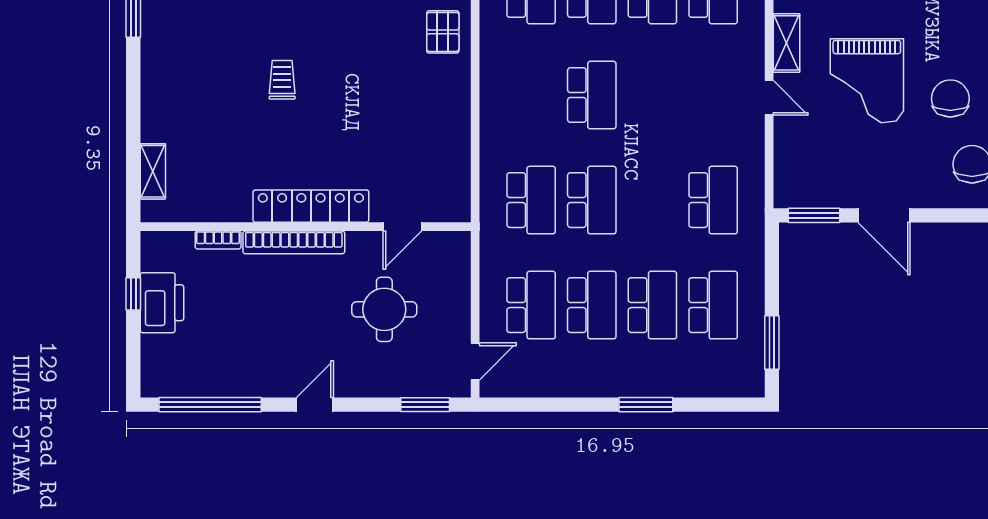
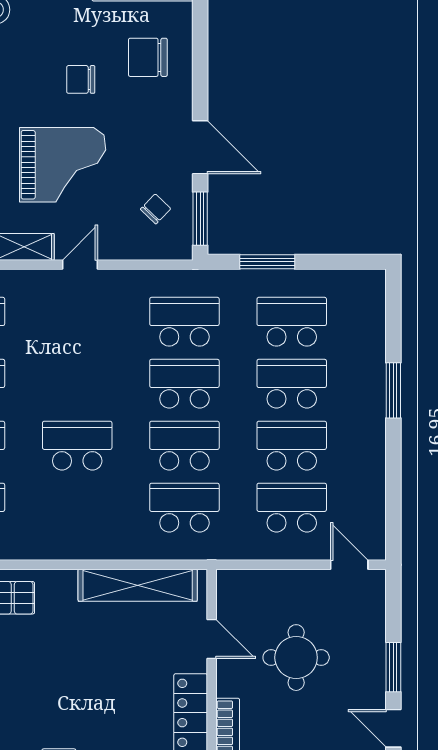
chair: (950, 99) -> (81, 79), width x0.73, depth x0.73
shelving: (455, 154) -> (138, 585), added
chair: (824, 172) -> (156, 209), added
school desk: (652, 200) -> (184, 384), added
door: (884, 215) -> (200, 147), hinge flipped
window: (772, 343) -> (267, 262), moved
window: (425, 405) -> (393, 667), moved

